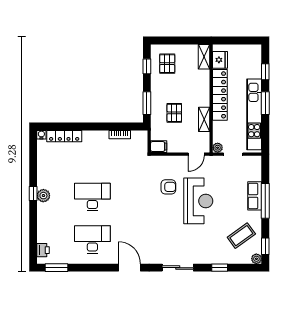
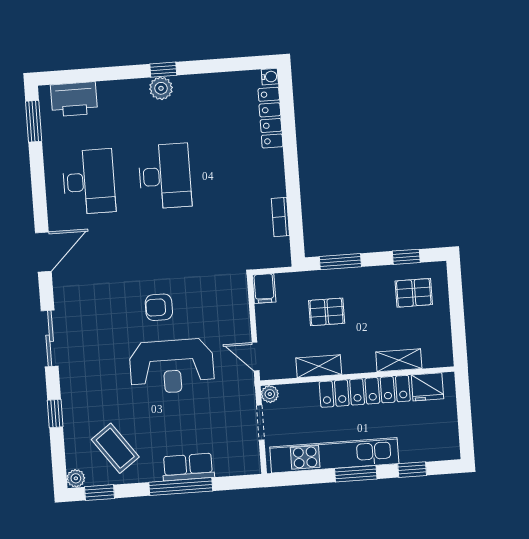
shelving: (204, 57) -> (399, 360), moved
armchair: (168, 187) -> (159, 307), moved, turned 90
printer: (43, 250) -> (74, 99), width x1.87, depth x1.48

